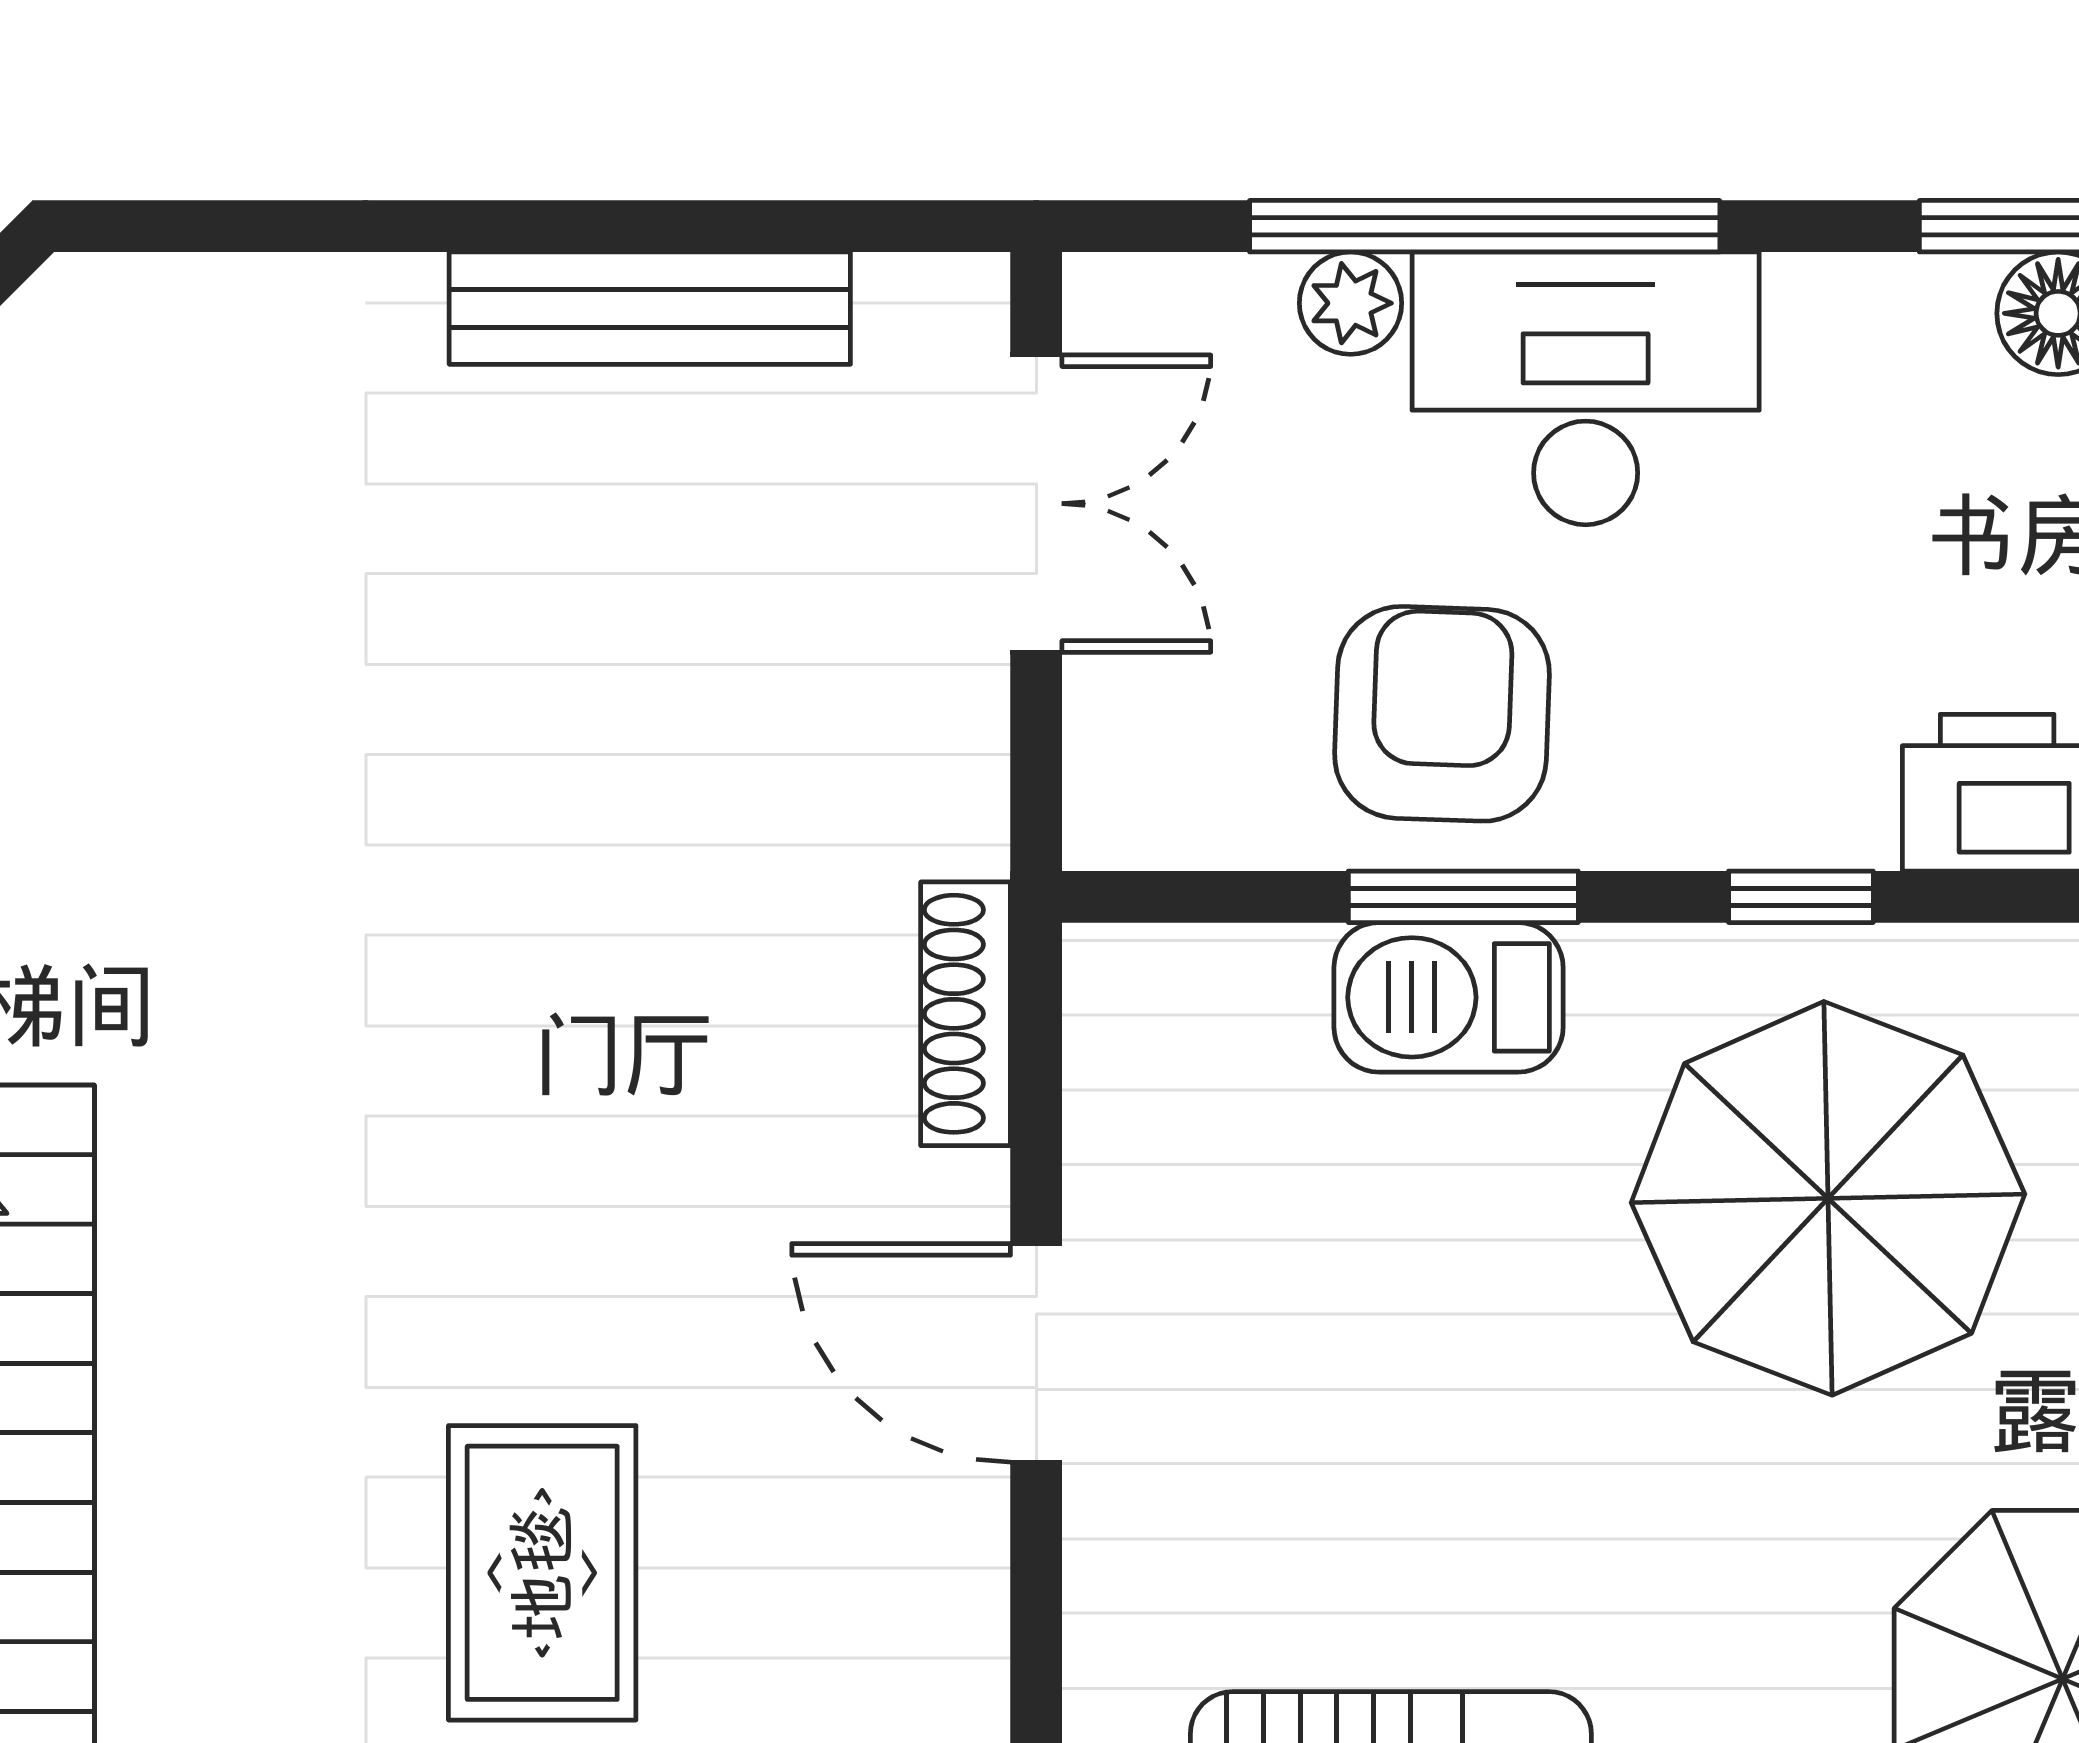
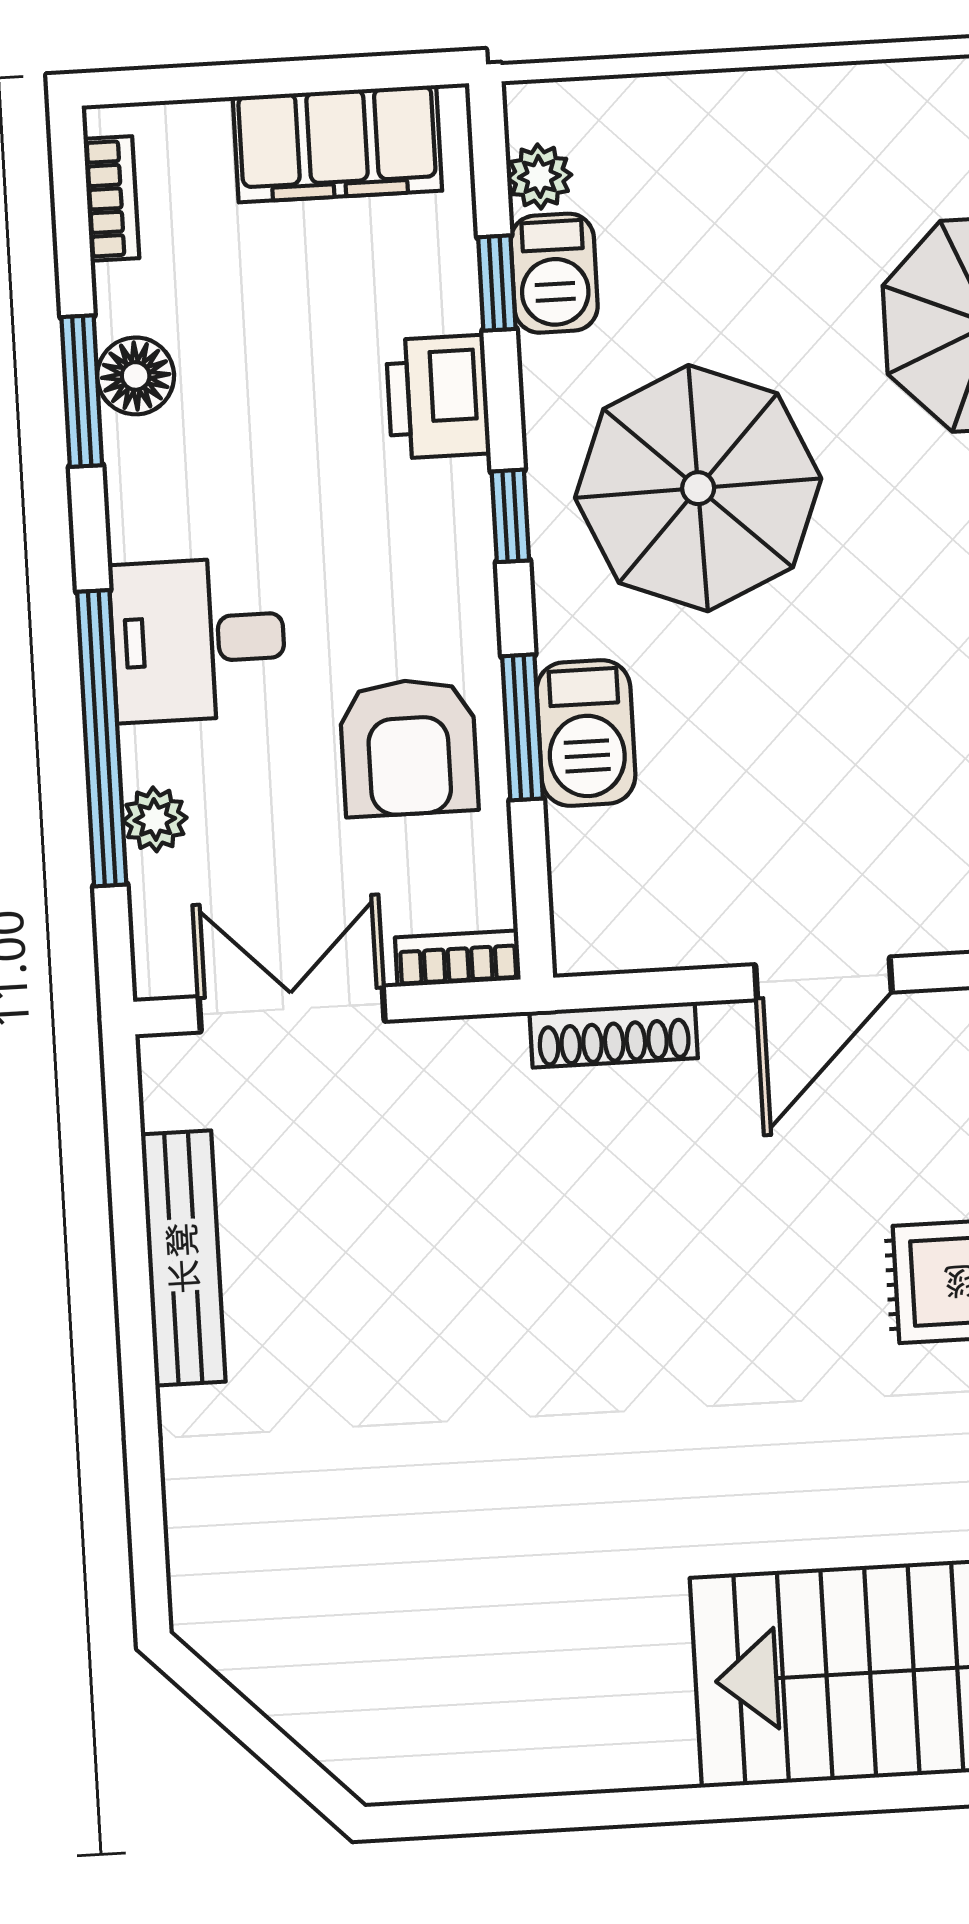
desk: (1586, 388) -> (198, 640), width x0.73
armchair: (1442, 714) -> (409, 747), turned -92
bookcase: (1101, 773) -> (458, 959), added

